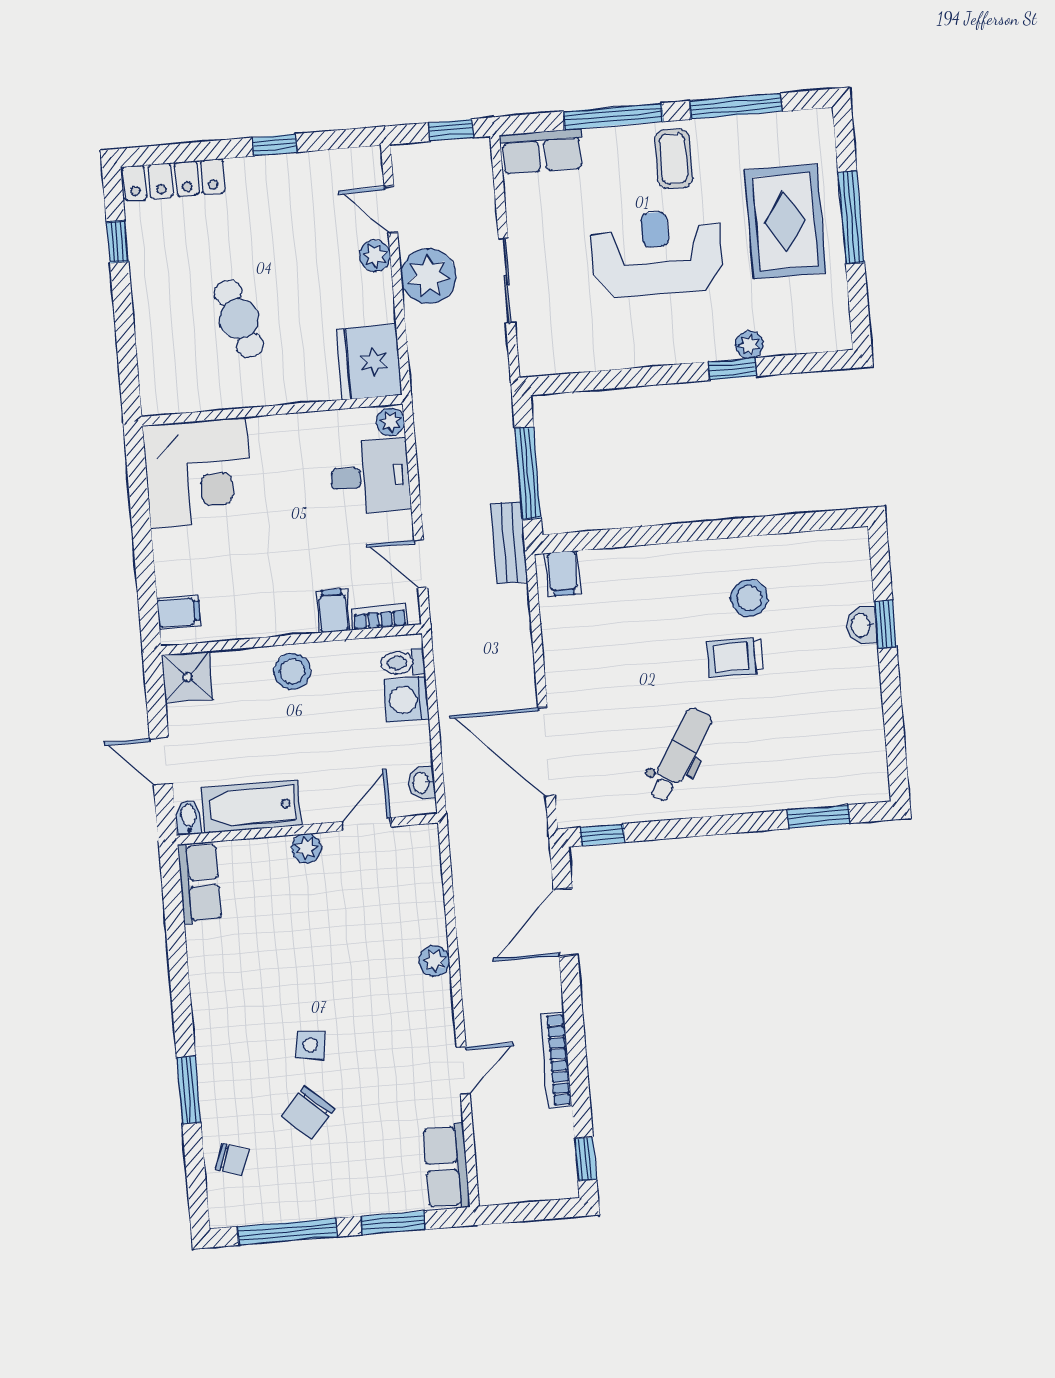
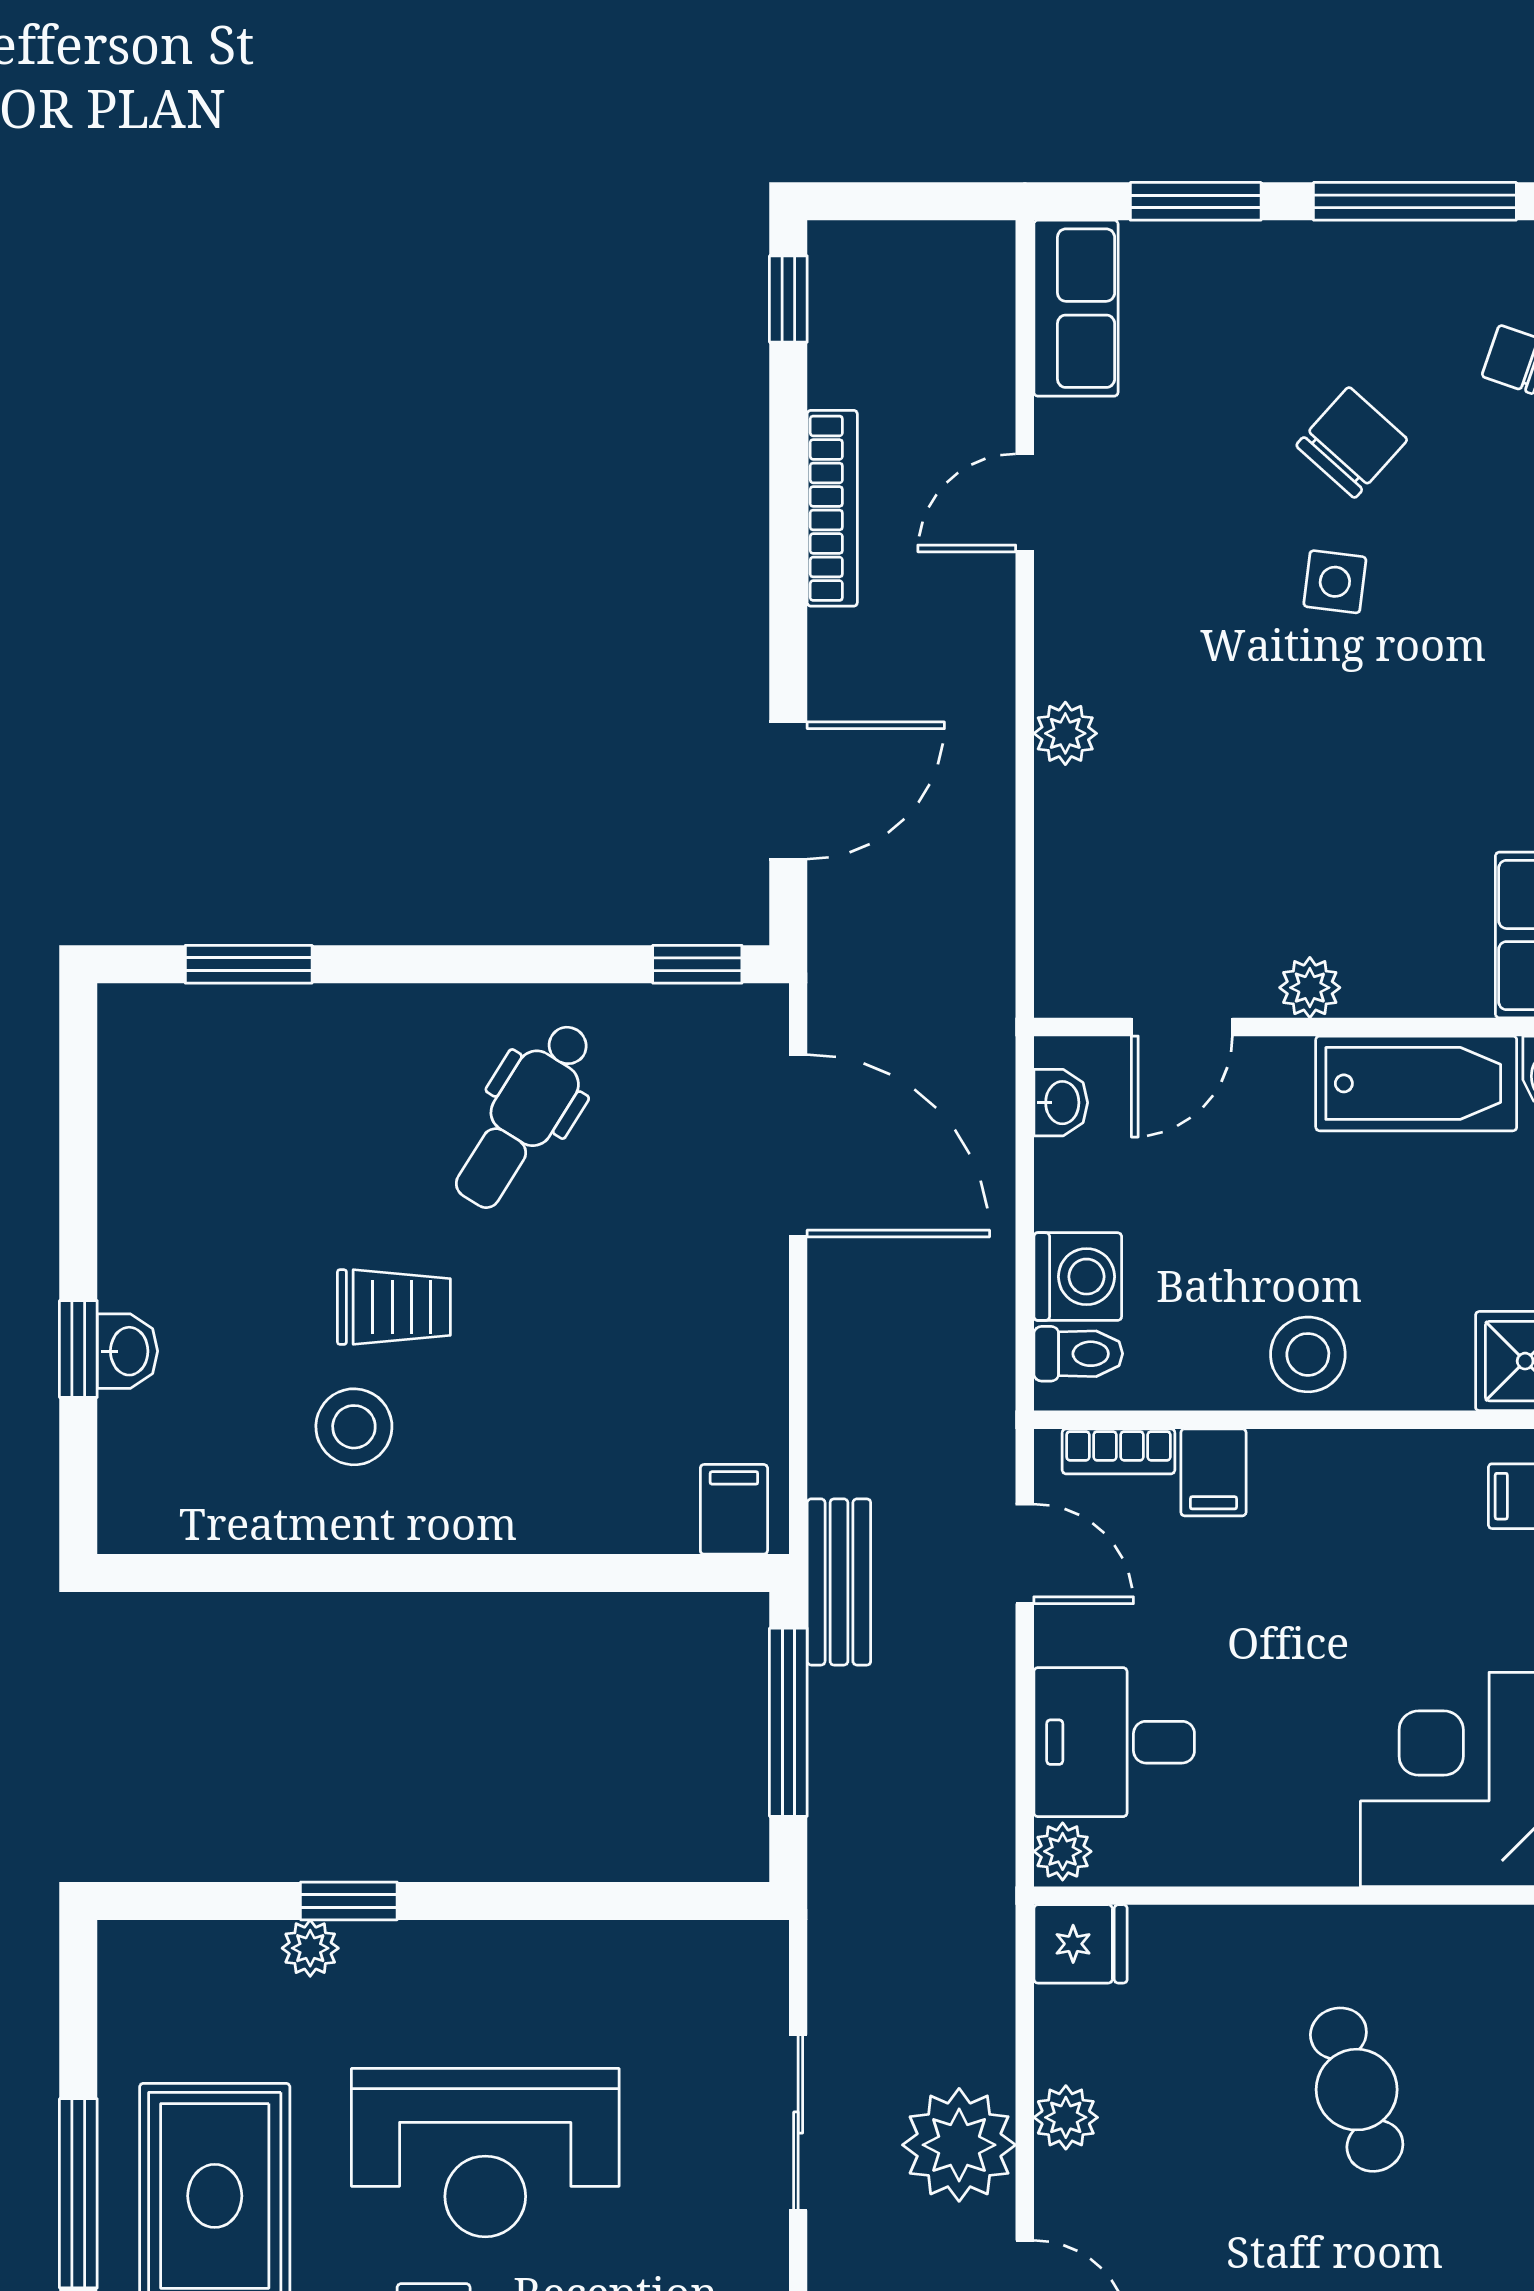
plant: (375, 256) -> (1066, 2117), moved
fridge: (369, 362) -> (1081, 1944), width x0.53, depth x0.75

